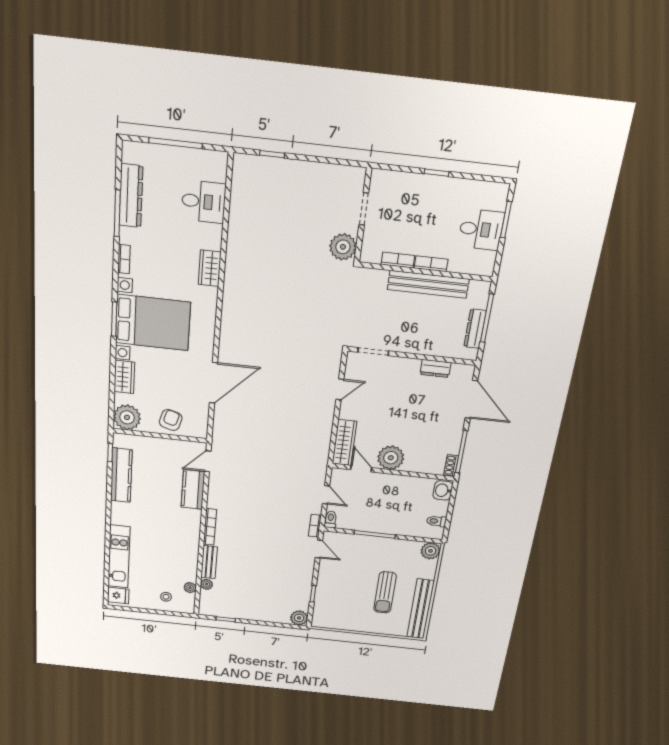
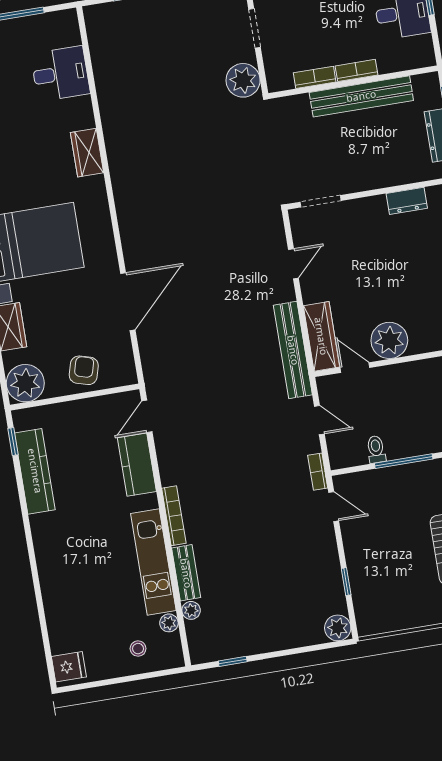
bench: (322, 446) -> (293, 350), added
toilet: (331, 520) -> (376, 449), moved
kitchen unit: (119, 557) -> (153, 562), moved, turned 180

